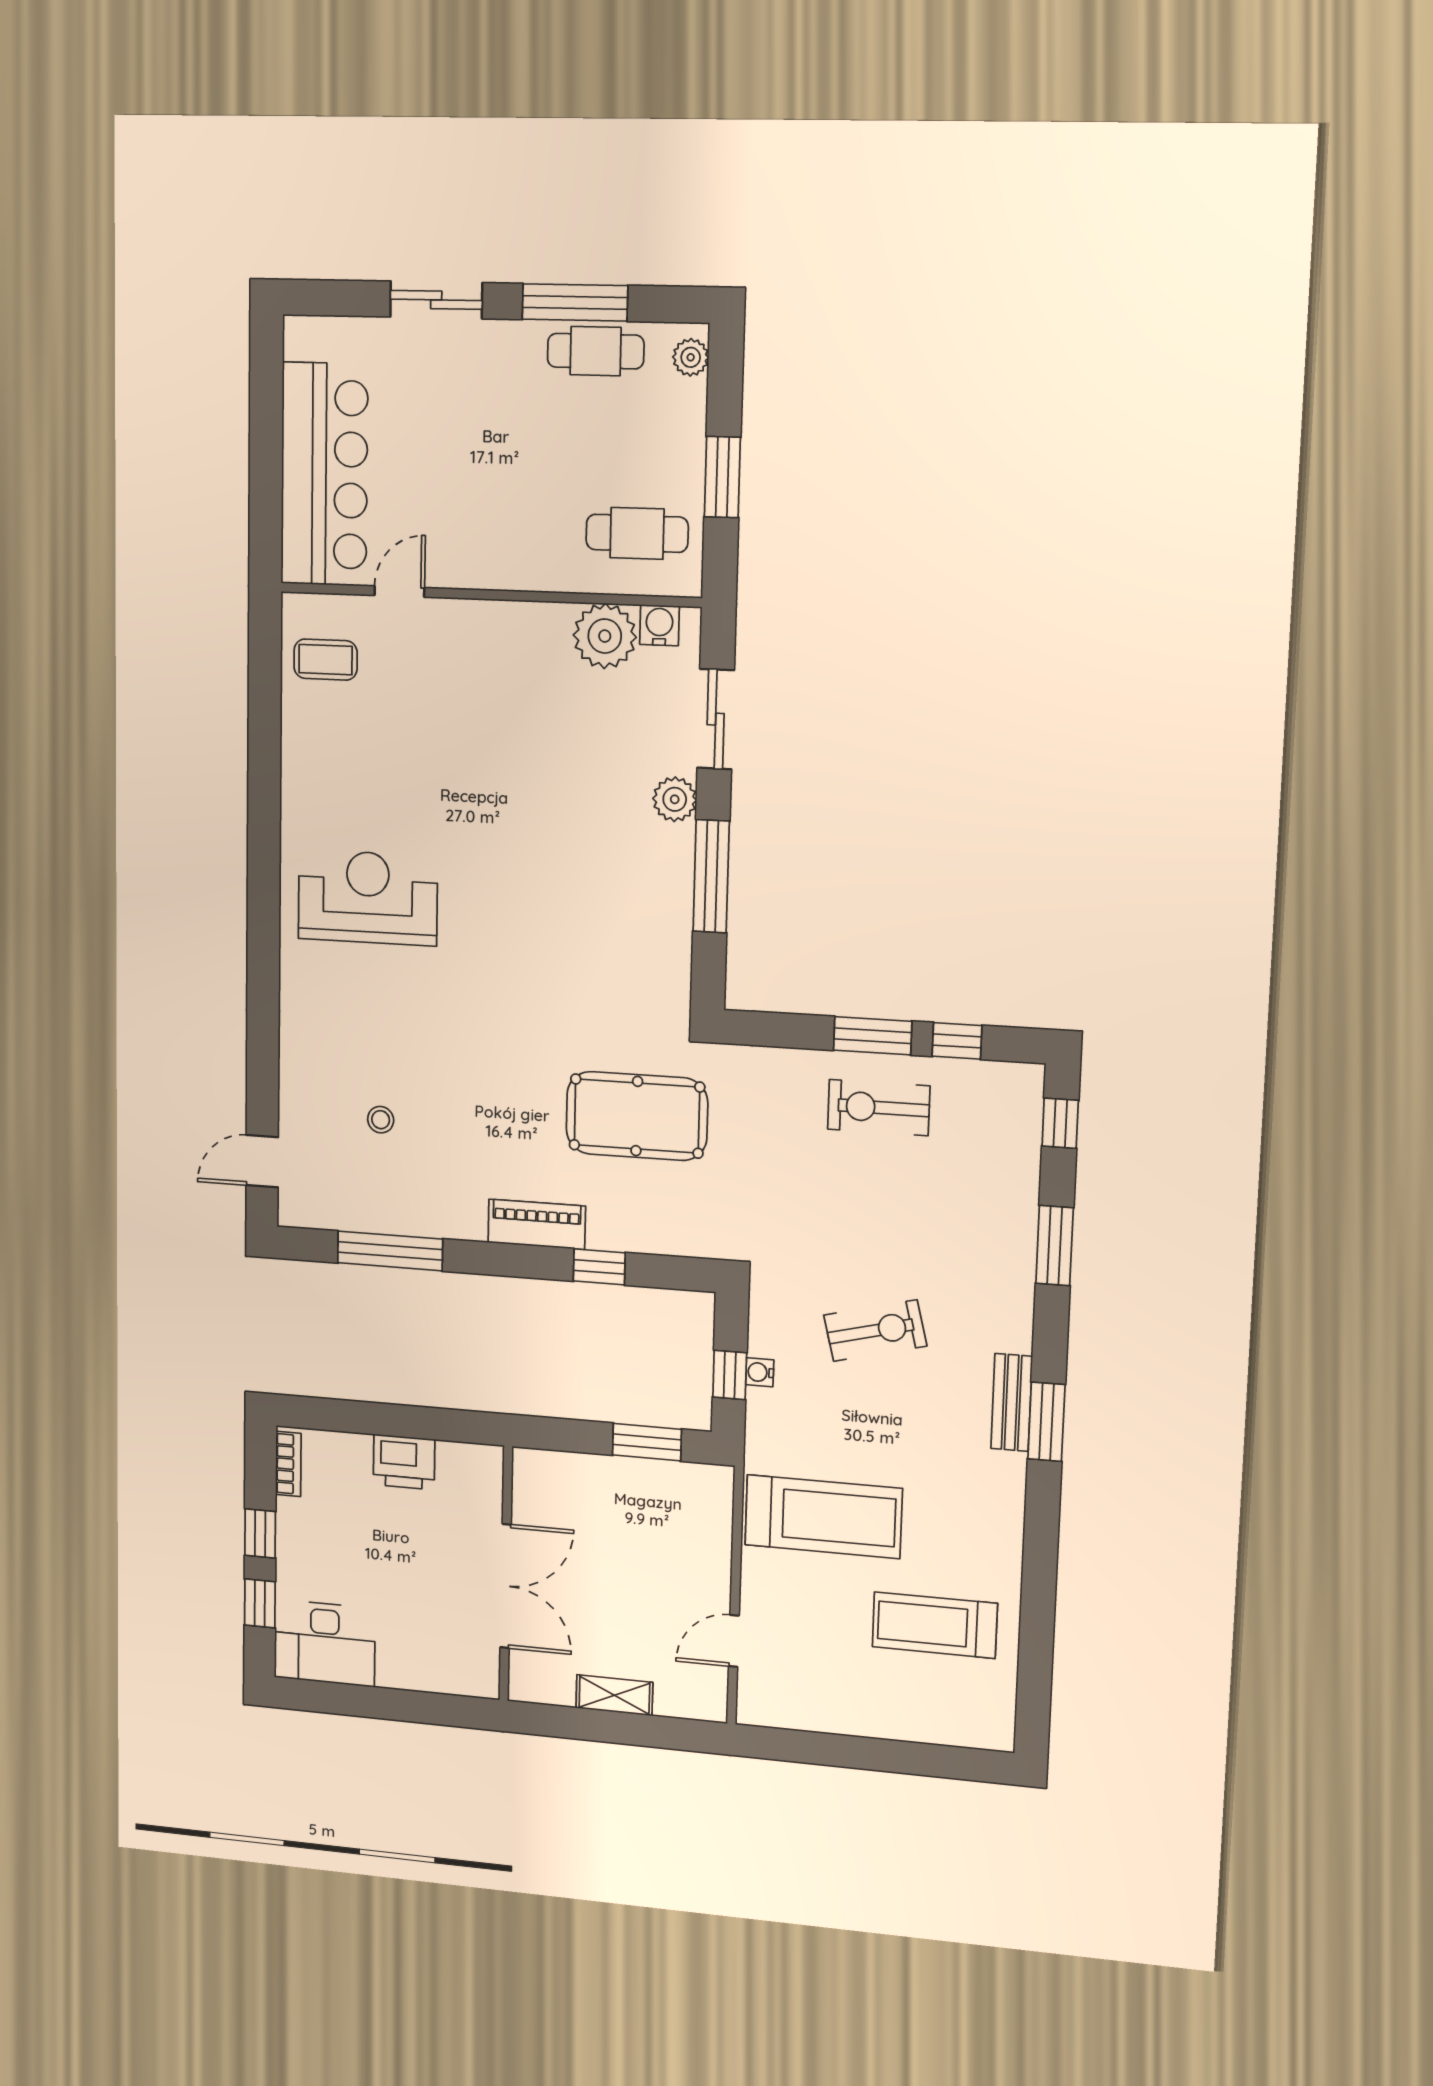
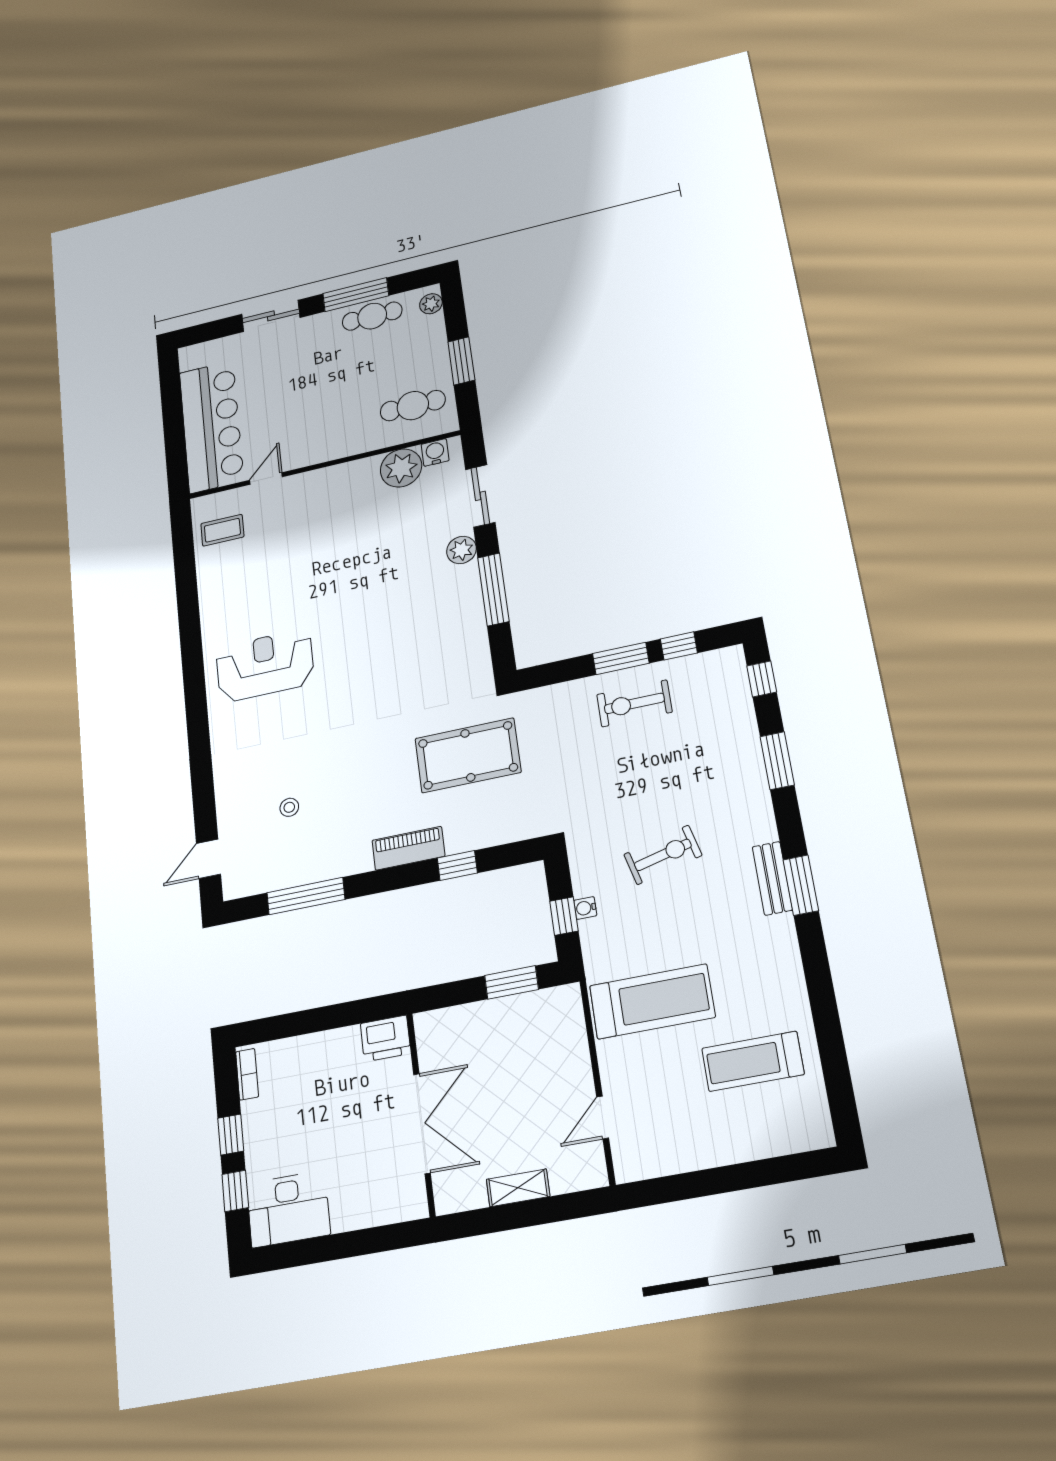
printer: (404, 1462) -> (386, 1038), moved

